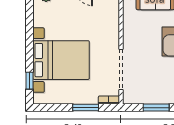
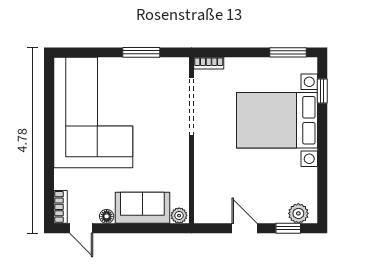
window: (86, 108) -> (288, 52), moved

